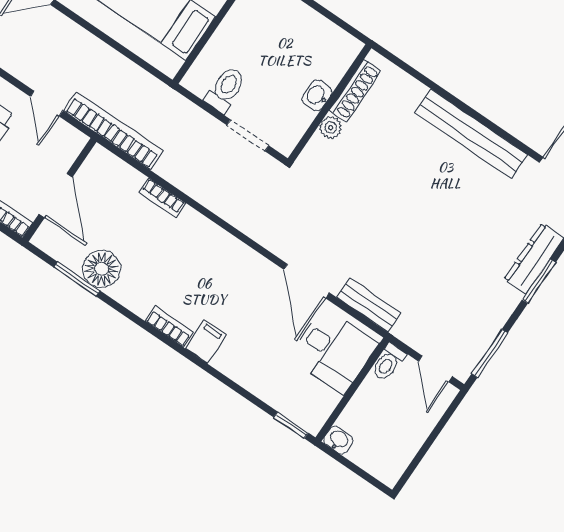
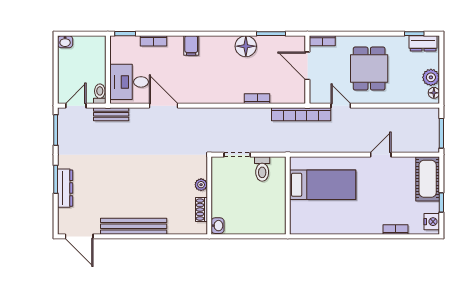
shoe rack: (355, 91) -> (201, 210), width x0.70
washbasin: (317, 96) -> (218, 226), moved
floor lamp: (102, 269) -> (246, 46), moved
bench: (369, 305) -> (111, 114), moved
bookcase: (169, 327) -> (153, 41), moved
door: (435, 369) -> (76, 106), hinge flipped
washbasin: (338, 440) -> (65, 42), moved

